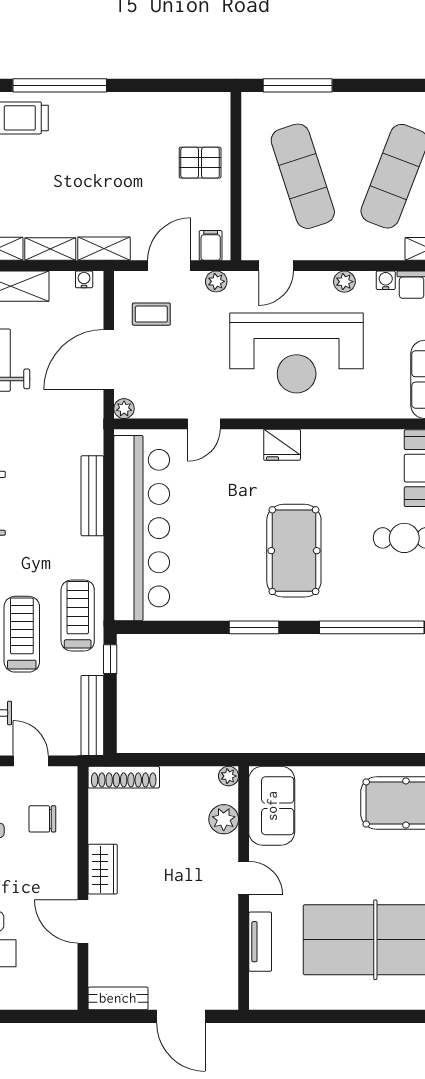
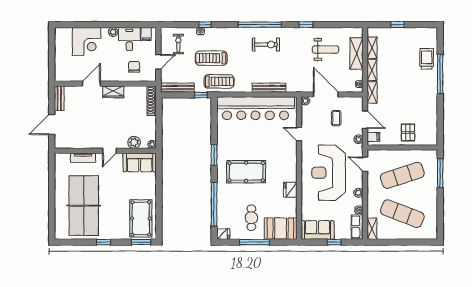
coffee table: (151, 314) -> (336, 118), moved
fridge: (282, 445) -> (290, 190), moved
treadmill: (22, 634) -> (211, 58), turned 180

